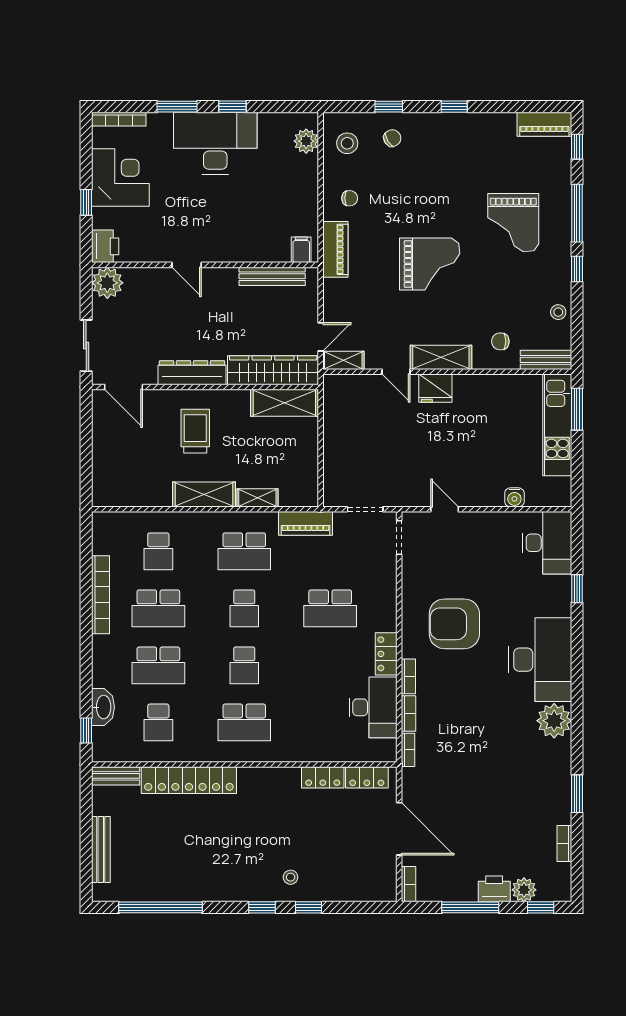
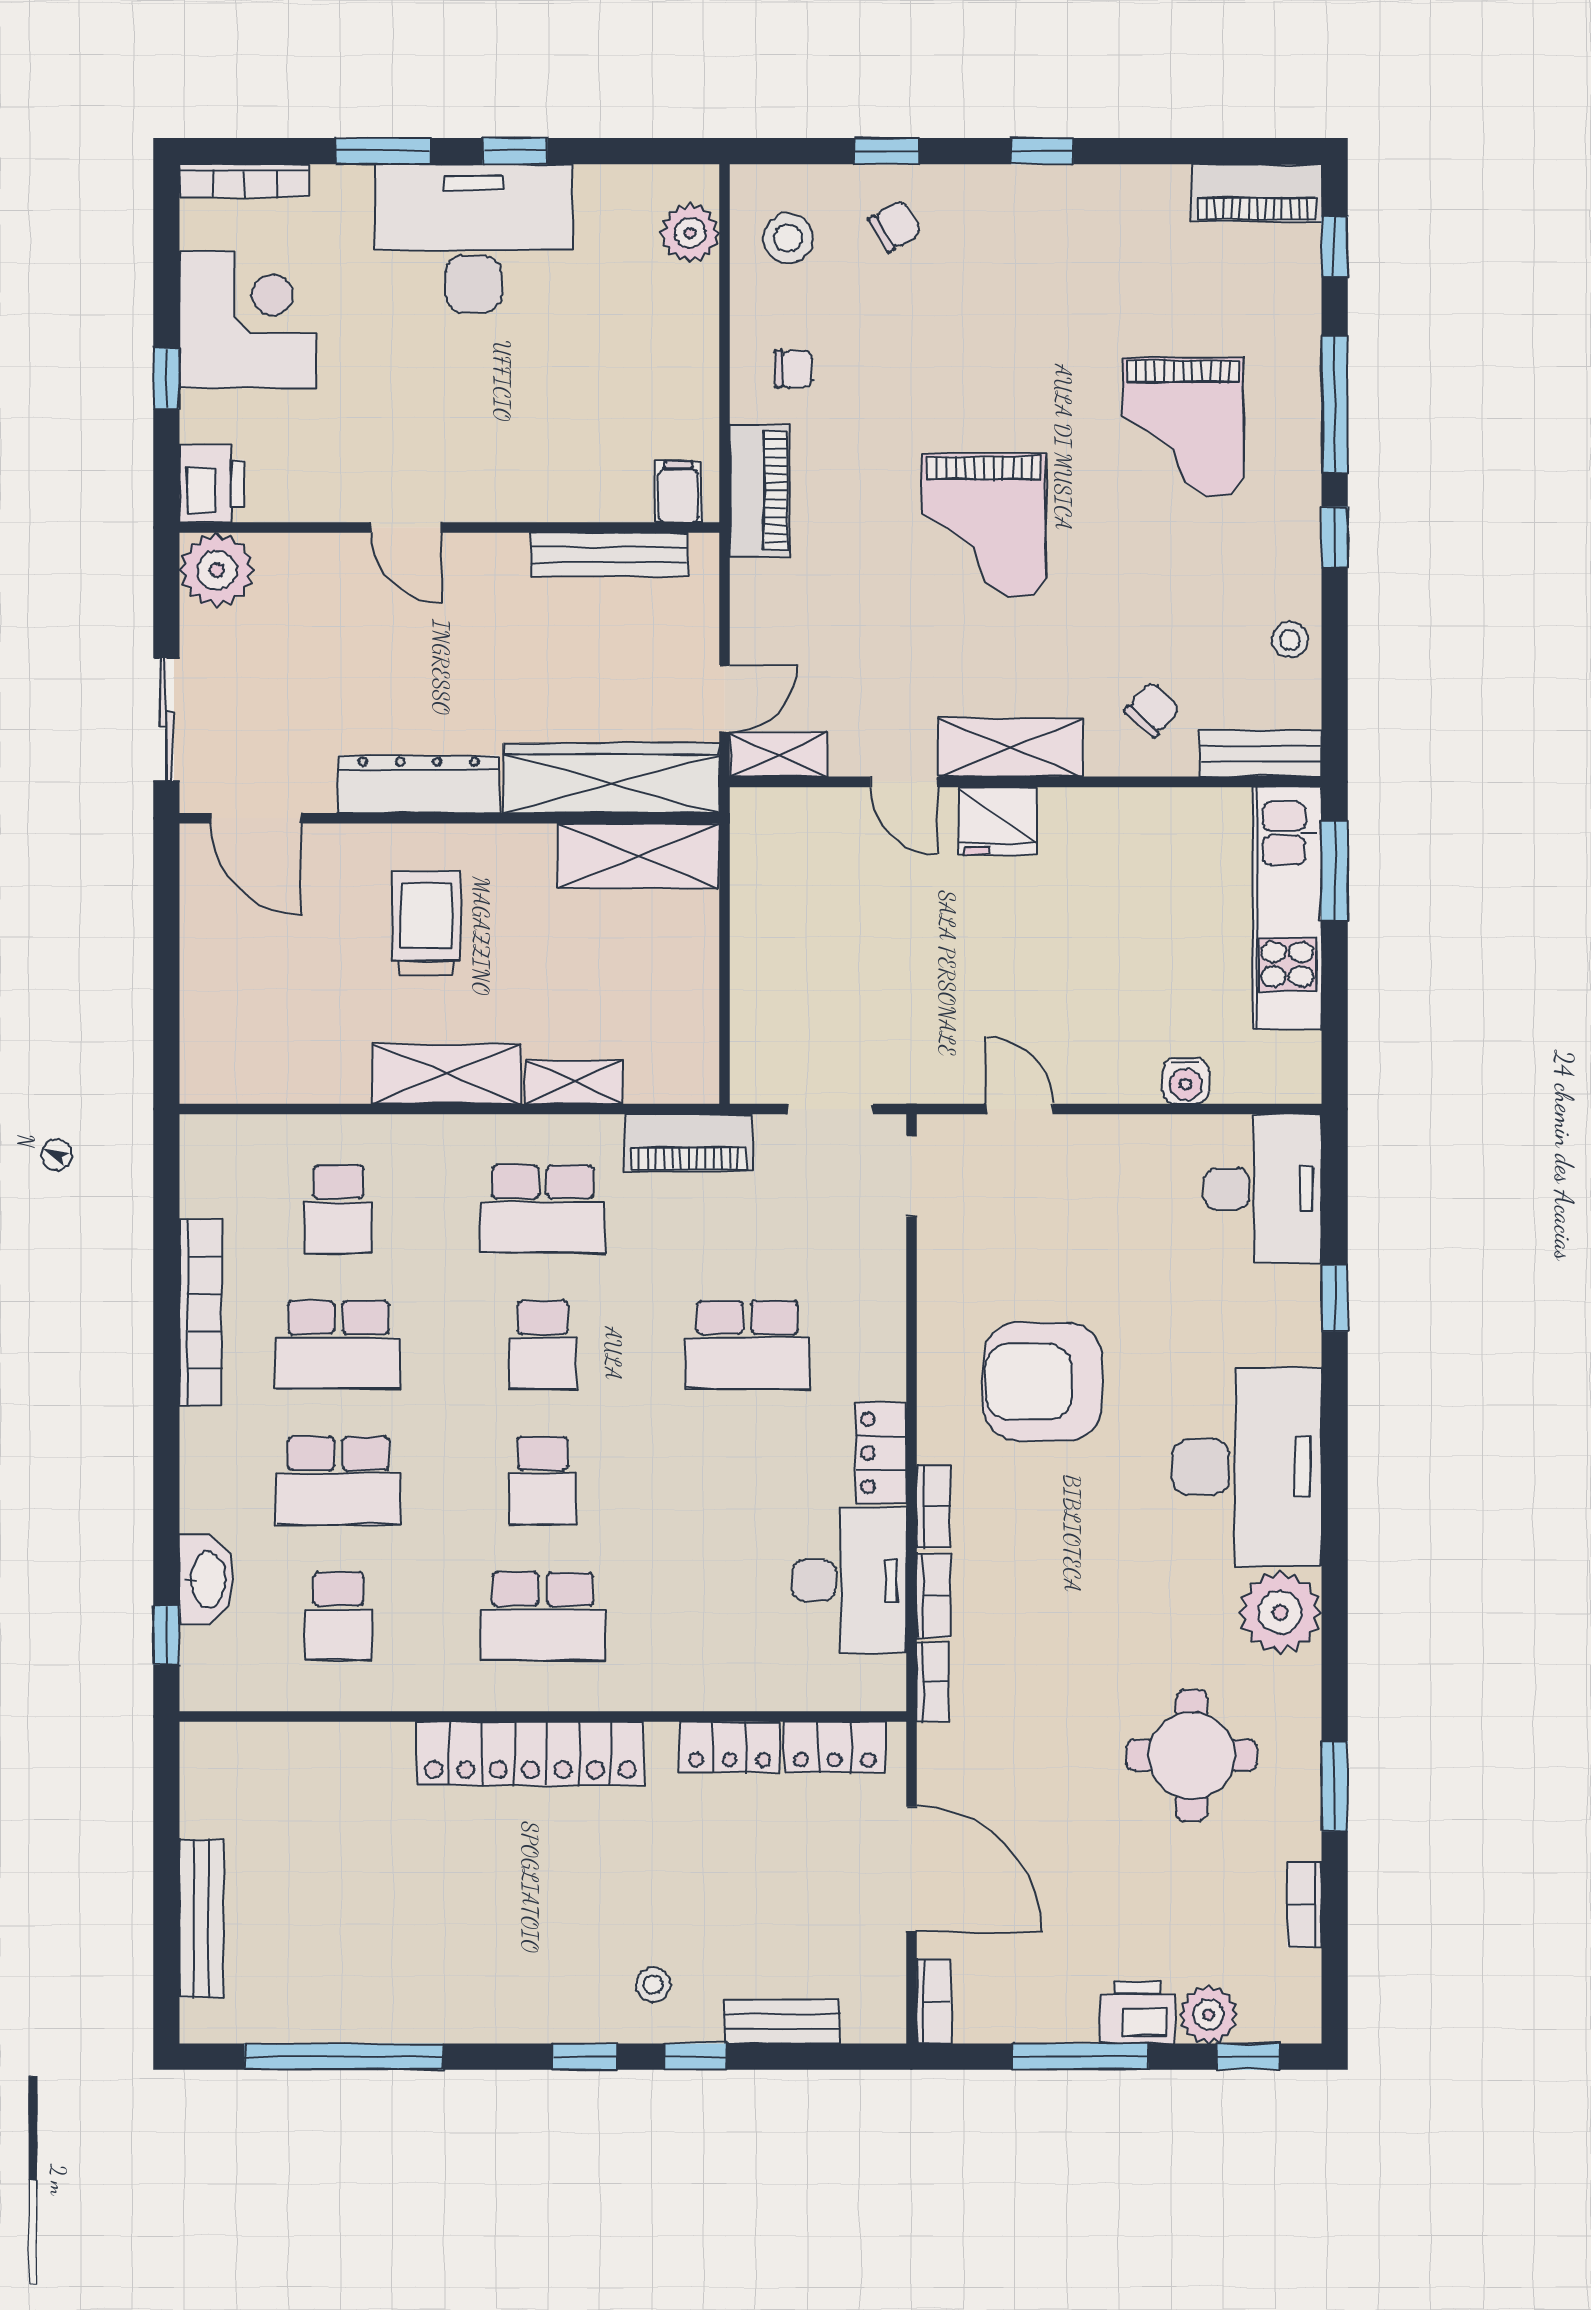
grand piano: (430, 264) -> (984, 525), turned 90
chair: (500, 341) -> (1152, 710), turned 132
bench: (116, 776) -> (782, 2022), moved
locker: (189, 780) -> (531, 1754), moved
round table: (517, 781) -> (1192, 1755), added

